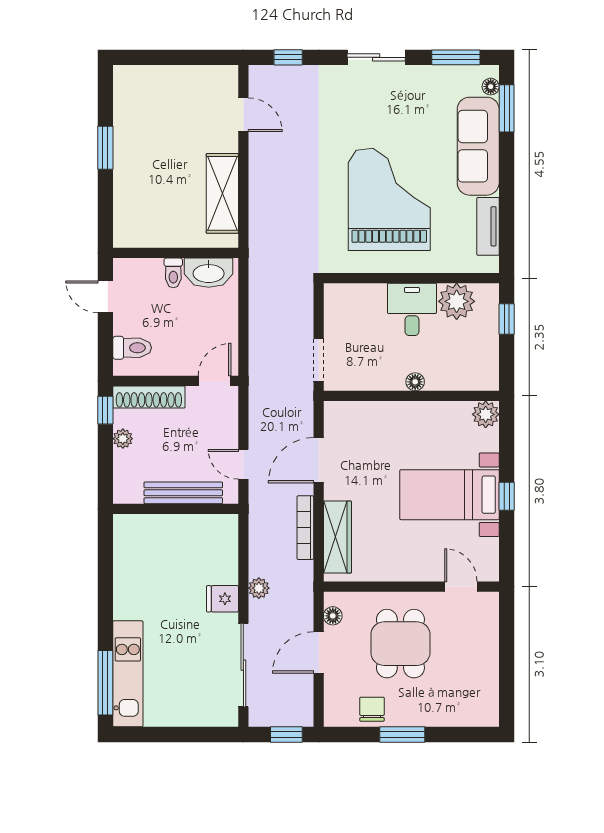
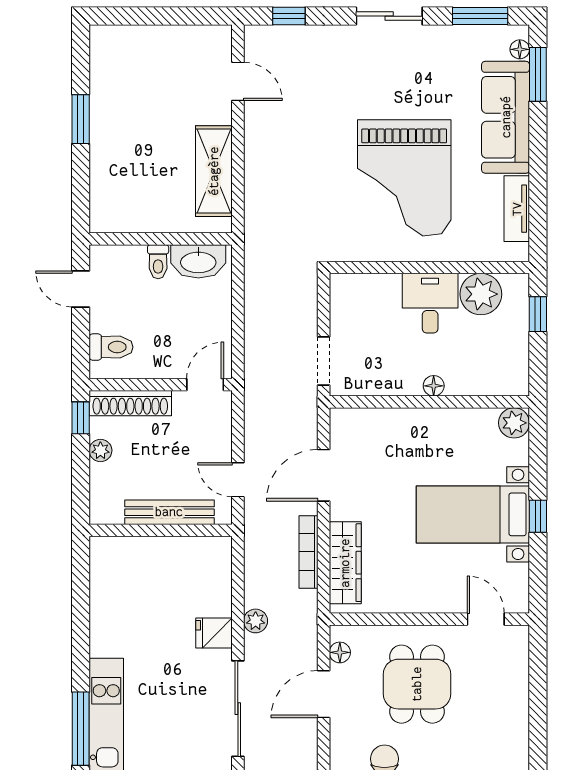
grand piano: (389, 199) -> (404, 178), turned 180

